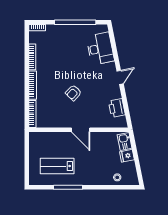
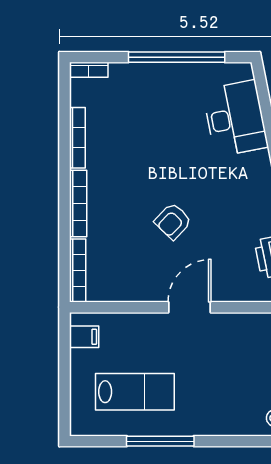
door: (81, 130) -> (189, 307), swing flipped
filing cabinet: (35, 142) -> (84, 337), added
lab bench: (57, 166) -> (135, 392), turned 180

